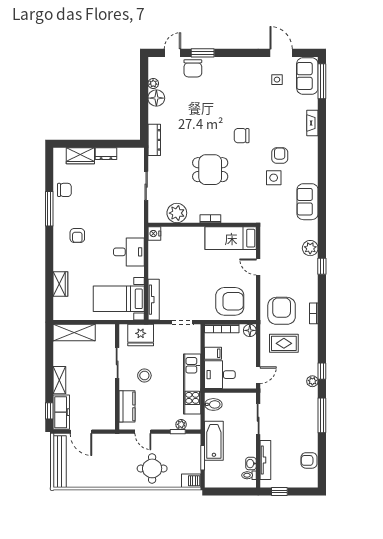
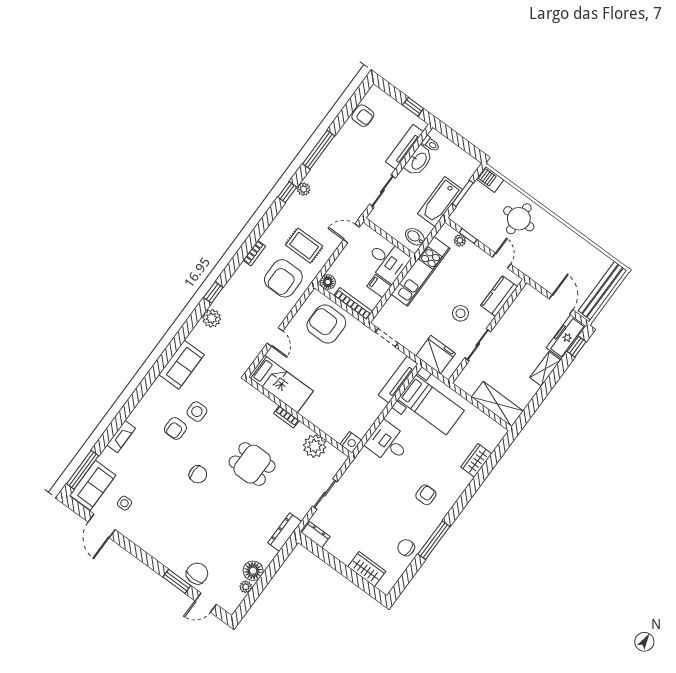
dresser: (106, 154) -> (316, 535), moved
washbasin: (251, 464) -> (419, 161), width x1.91, depth x1.45

